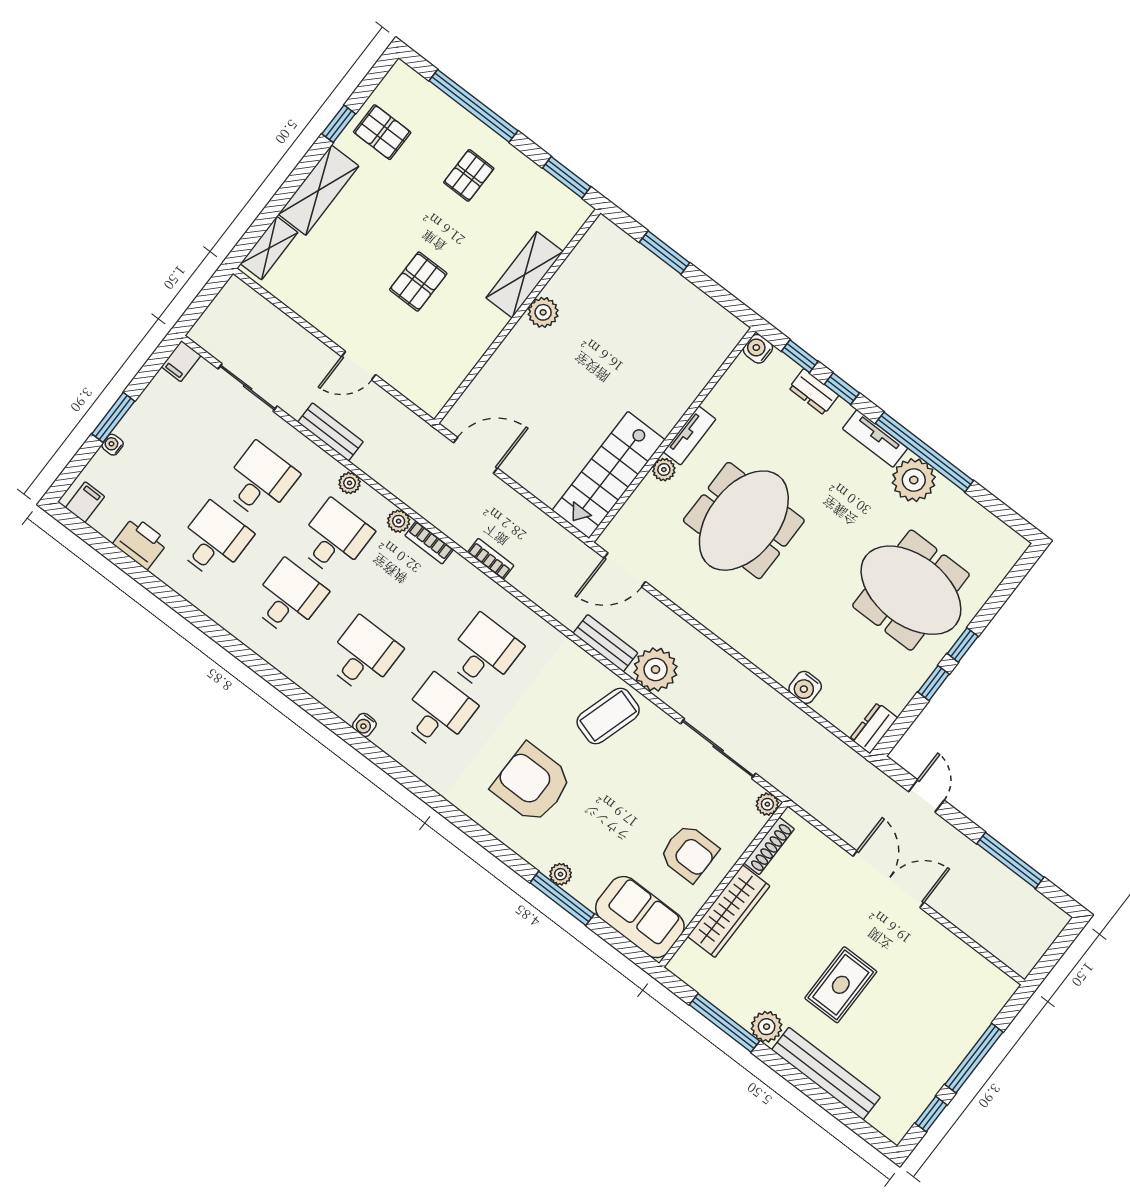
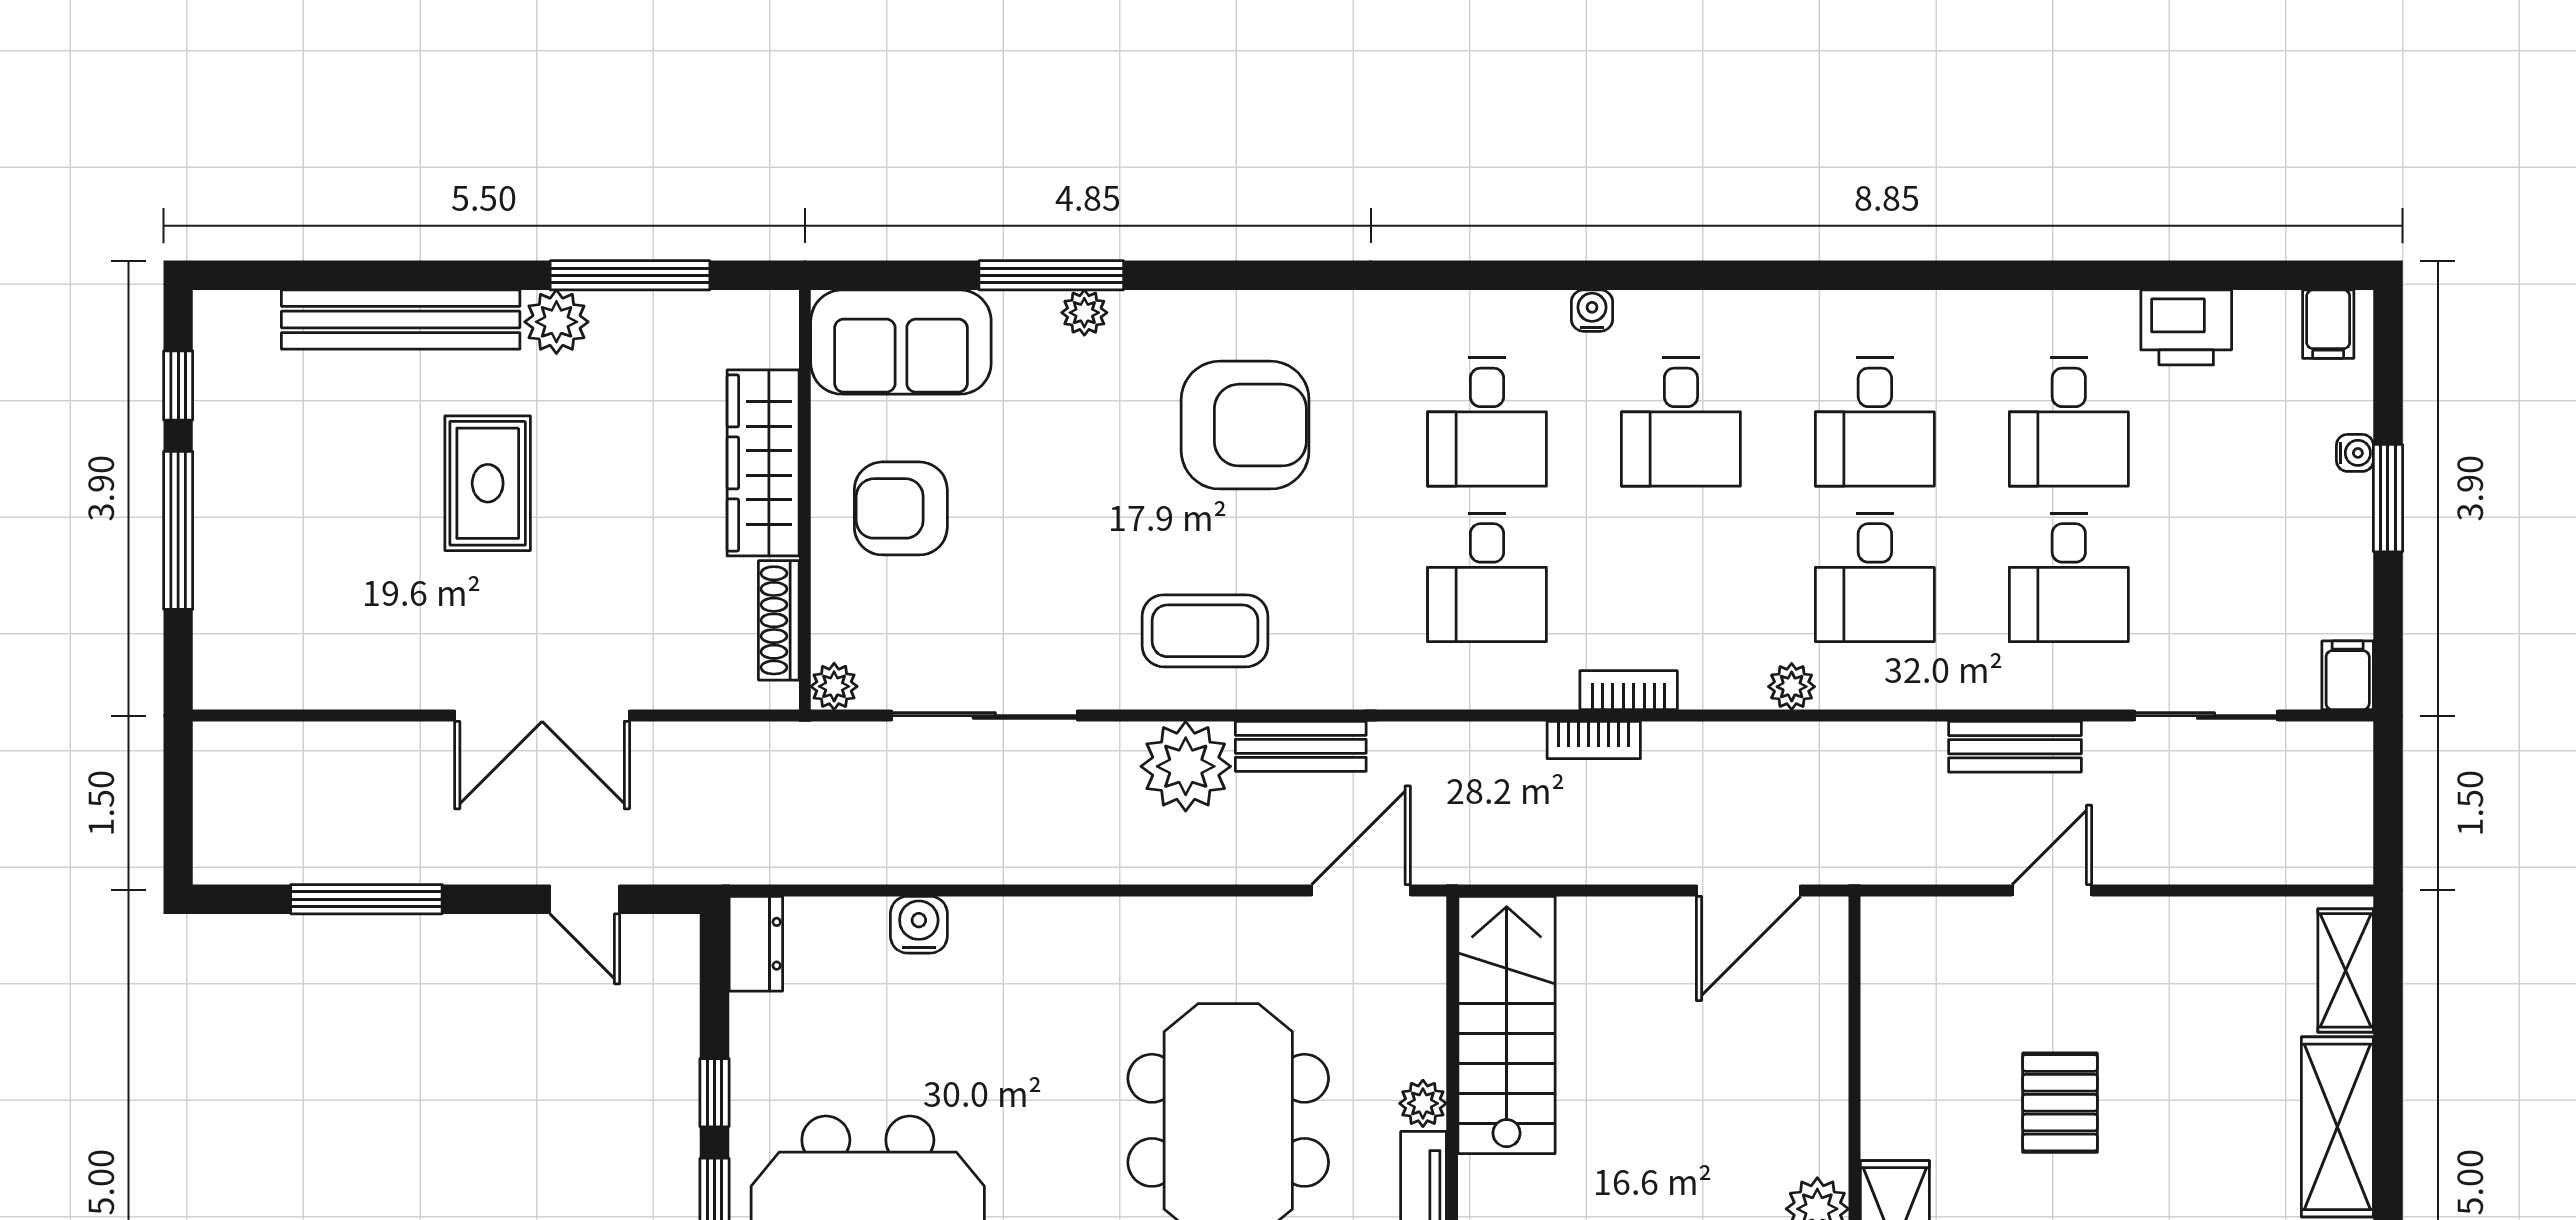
plant: (350, 483) -> (1920, 687), removed
bookcase: (429, 542) -> (1629, 690), moved
coffee table: (608, 716) -> (1205, 631), turned 73

